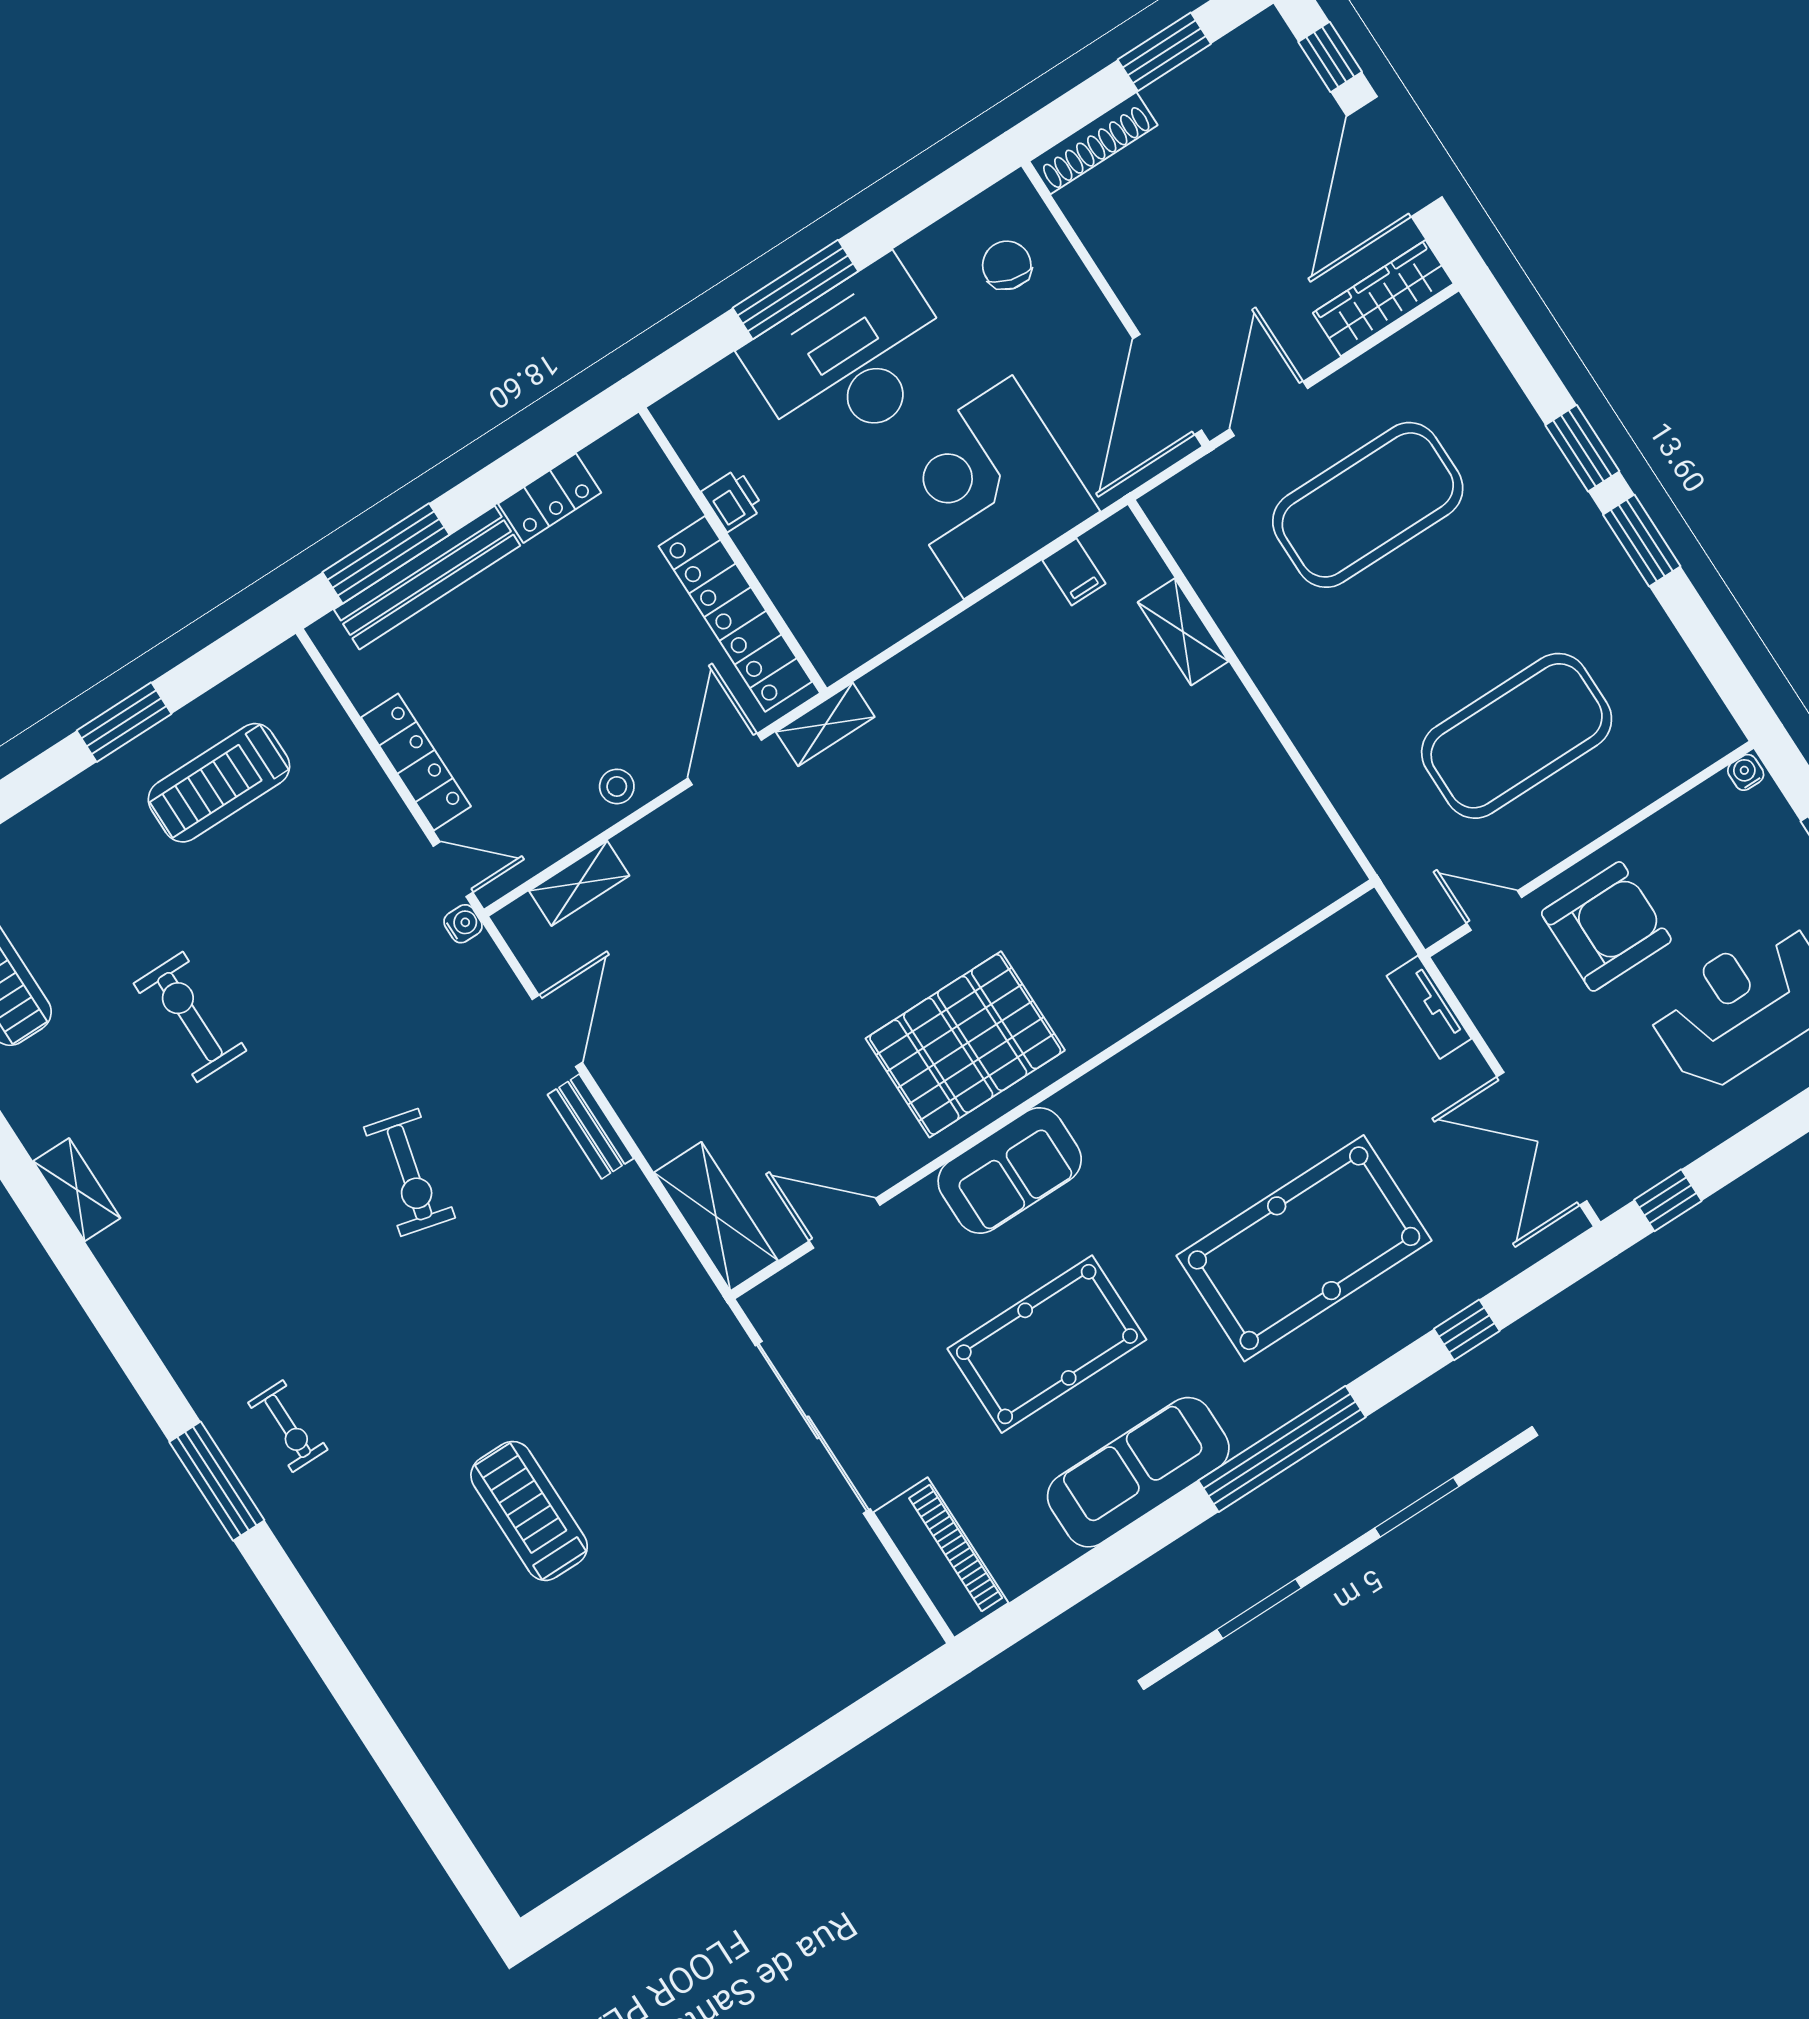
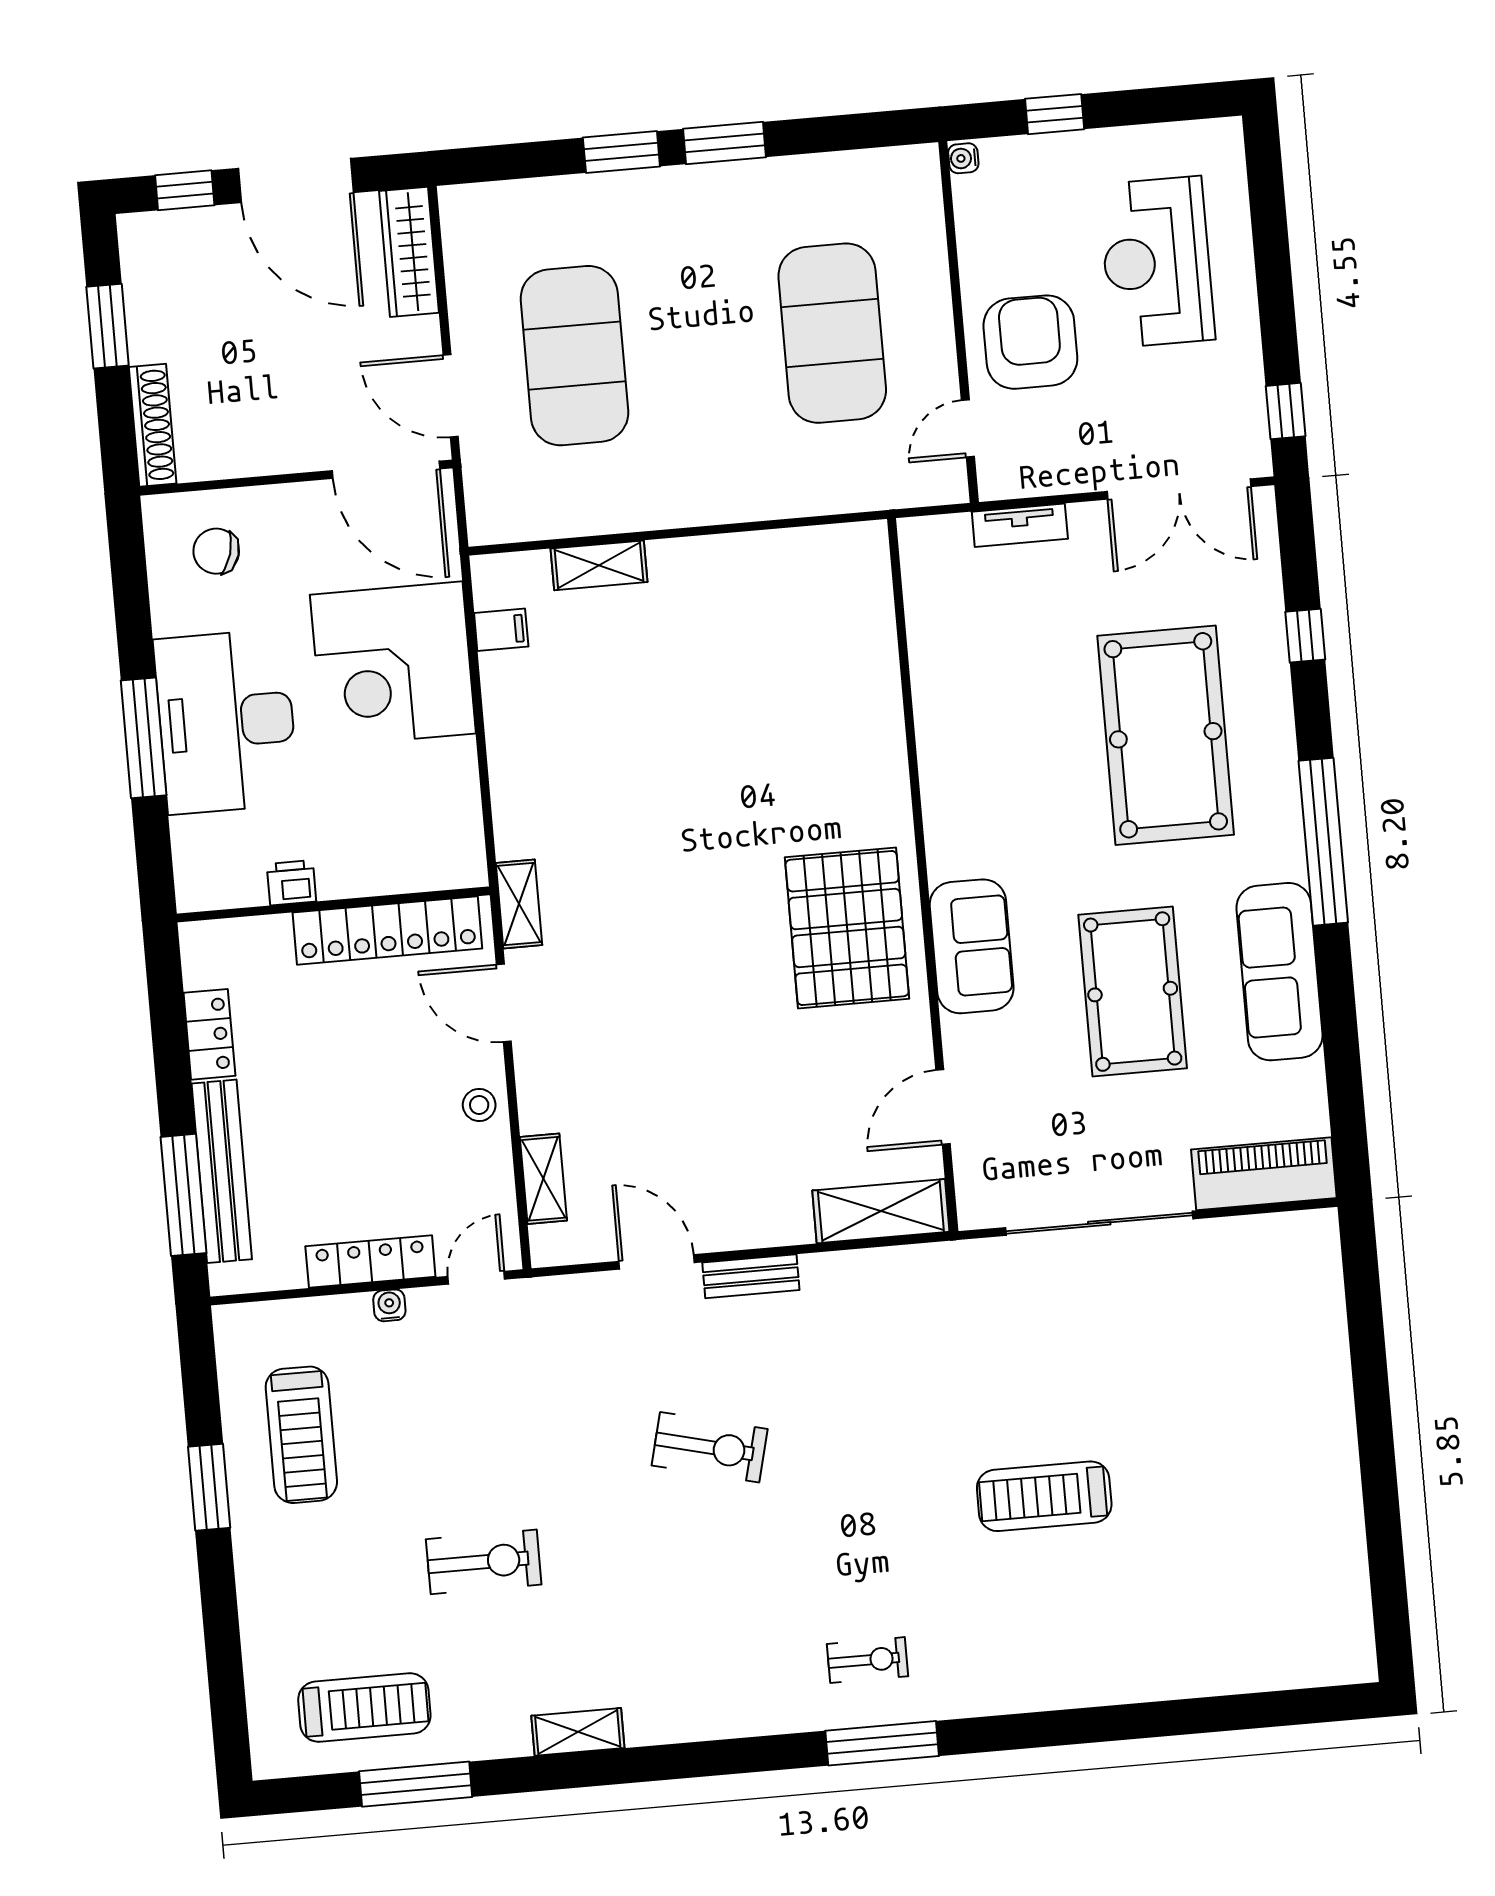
water cooler: (463, 924) -> (389, 1305), moved
exercise bike: (190, 1017) -> (484, 1562), turned 180

